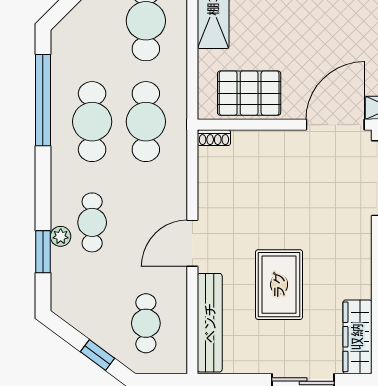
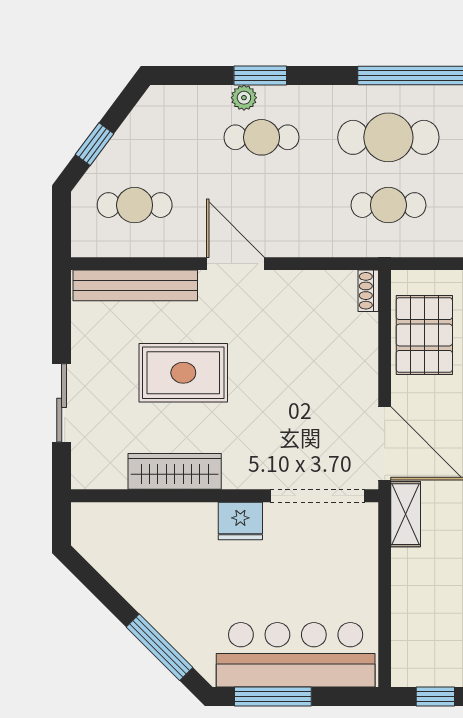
cafe table: (146, 122) -> (388, 205), width x0.73, depth x0.74
window: (43, 252) -> (260, 76), moved
wardrobe: (357, 337) -> (175, 471), moved

